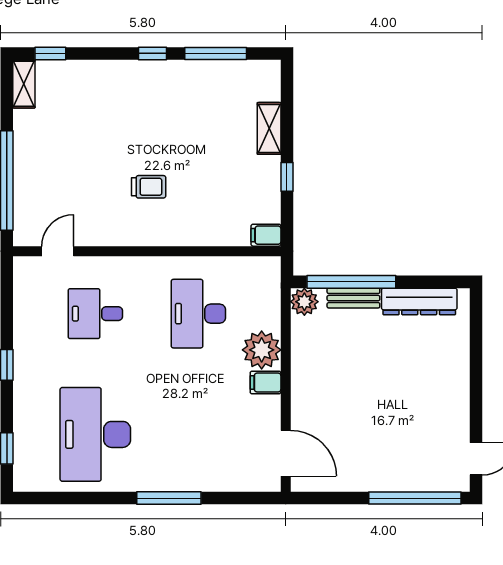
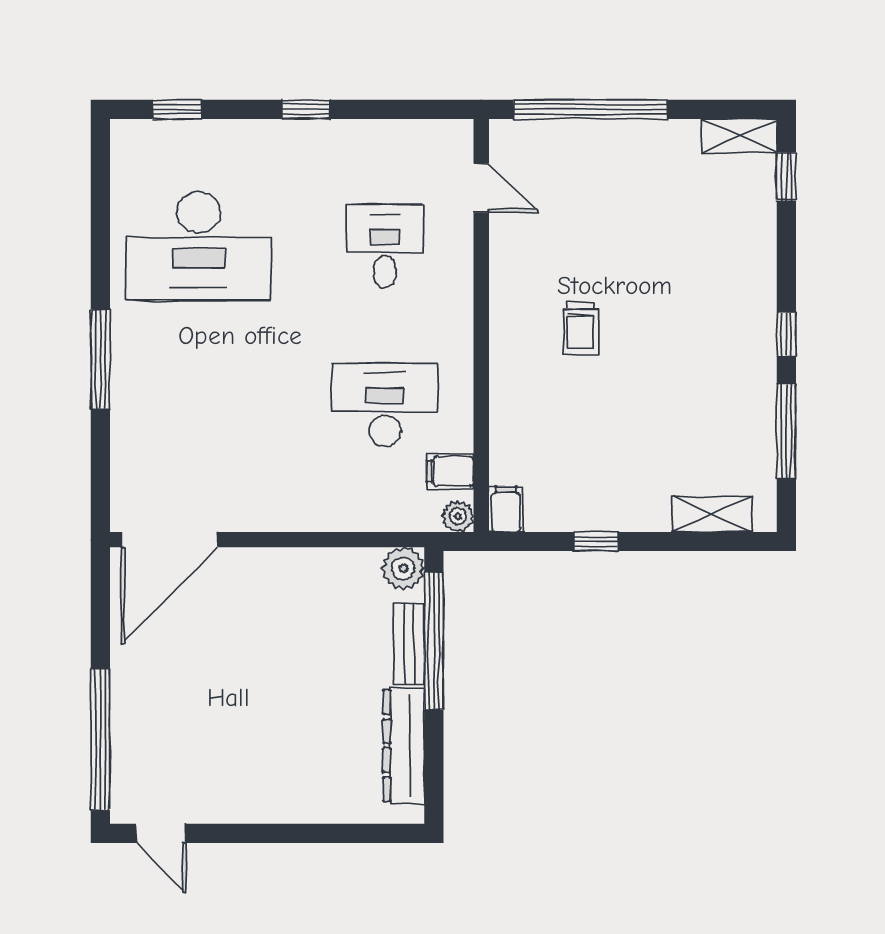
shelving: (269, 128) -> (712, 514), moved
plant: (262, 350) -> (458, 516), moved, width x0.53, depth x0.53
filing cabinet: (266, 382) -> (450, 471), moved, turned -90
desk: (95, 434) -> (199, 246), turned 180
door: (286, 453) -> (169, 540), width x1.36

